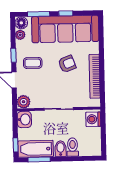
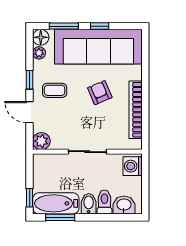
armchair: (67, 64) -> (100, 93), turned -92
washbasin: (24, 119) -> (124, 205), moved, turned -90

